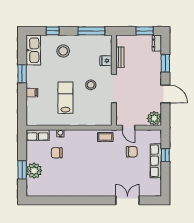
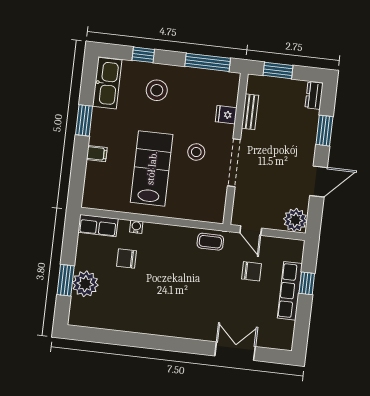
window: (145, 31) -> (278, 70), moved
door: (165, 94) -> (319, 181), hinge flipped
lab bench: (65, 98) -> (152, 168), width x1.36, depth x1.39

